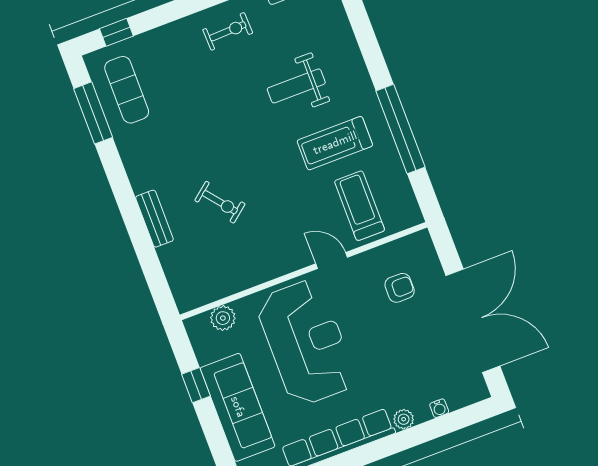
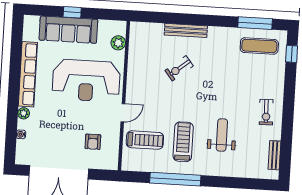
bench: (154, 219) -> (186, 30), width x1.36
window: (196, 385) -> (72, 12), moved

